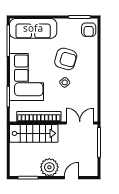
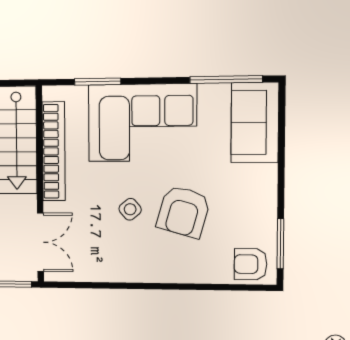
sofa: (33, 28) -> (255, 123), width x0.73

